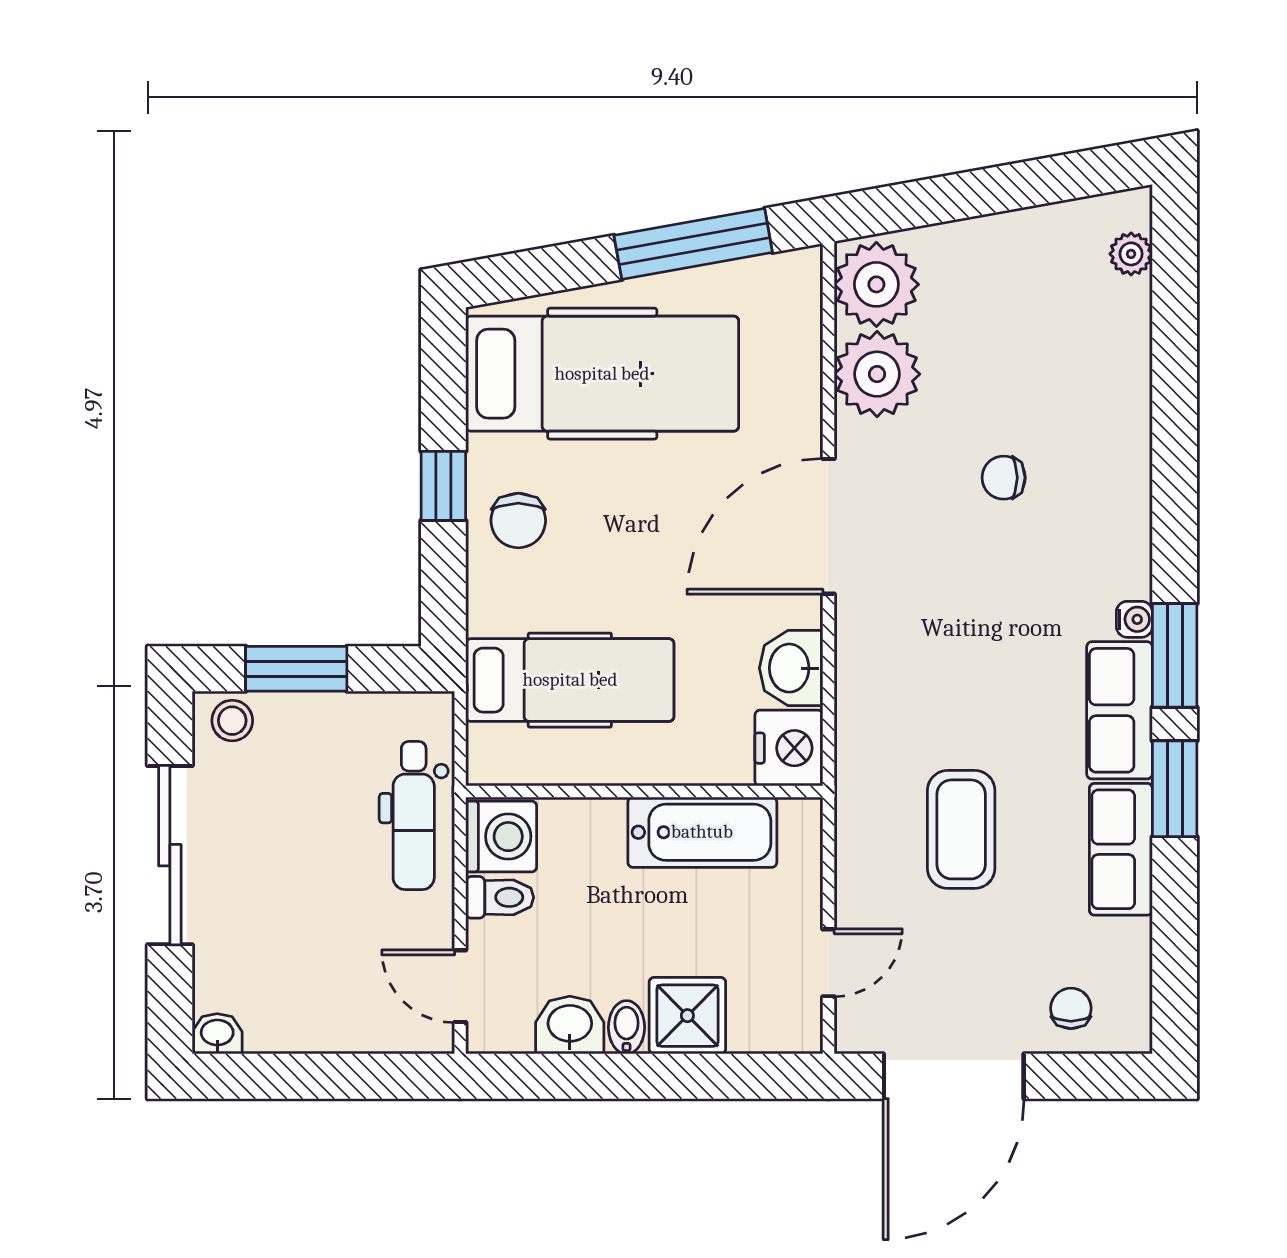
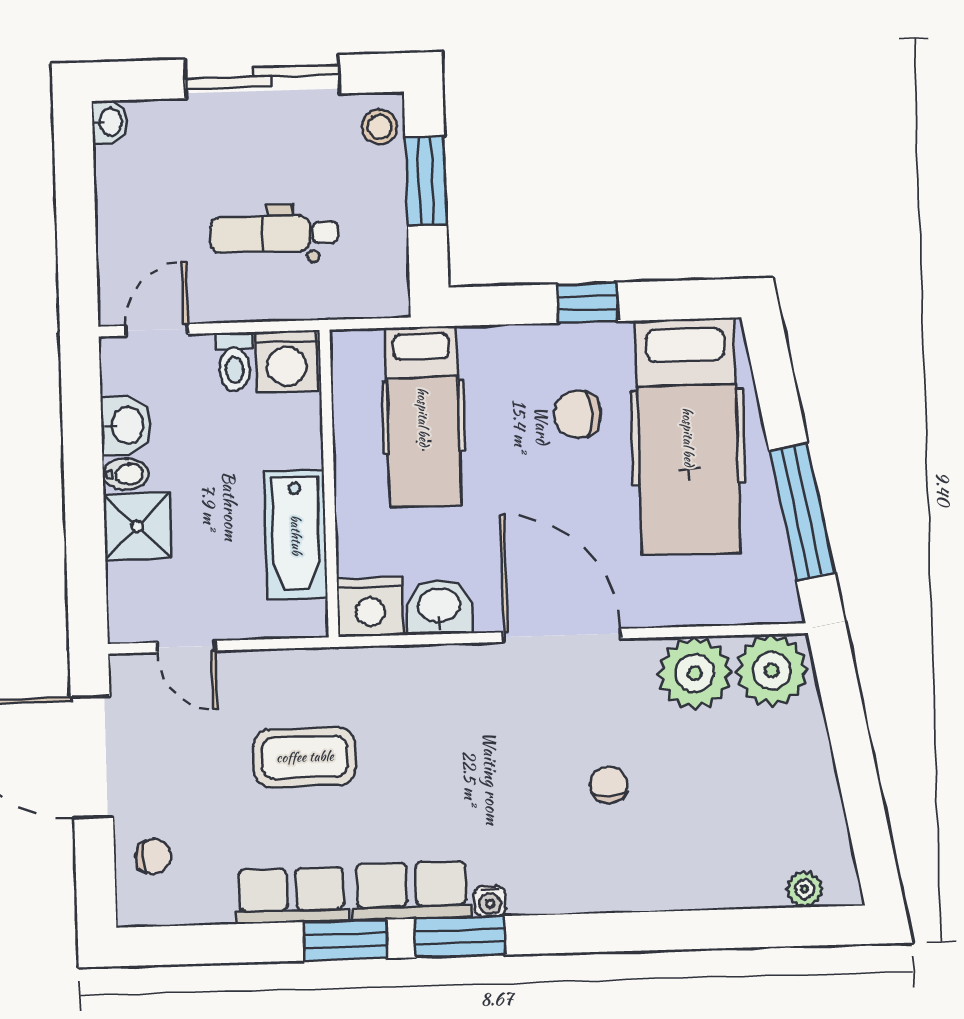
chair: (518, 520) -> (578, 414), moved
dental chair: (414, 816) -> (274, 234), moved

